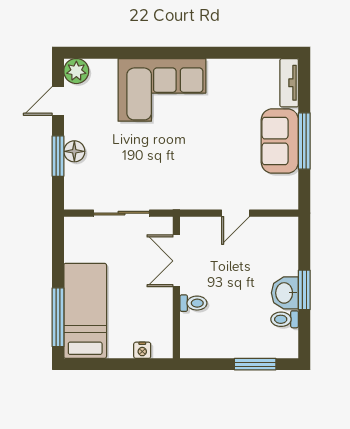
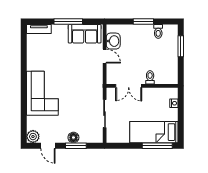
sofa: (280, 141) -> (85, 34), moved
washbasin: (285, 293) -> (113, 41), moved, turned -90

